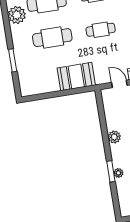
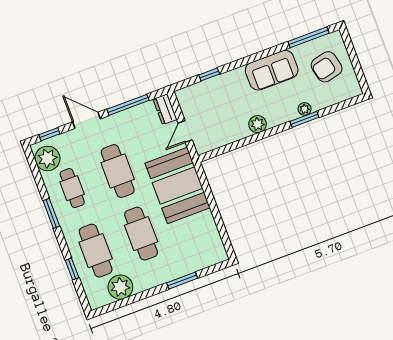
cafe table: (101, 30) -> (118, 171), width x1.37, depth x1.35
booth: (76, 77) -> (178, 185), width x1.36, depth x1.42

